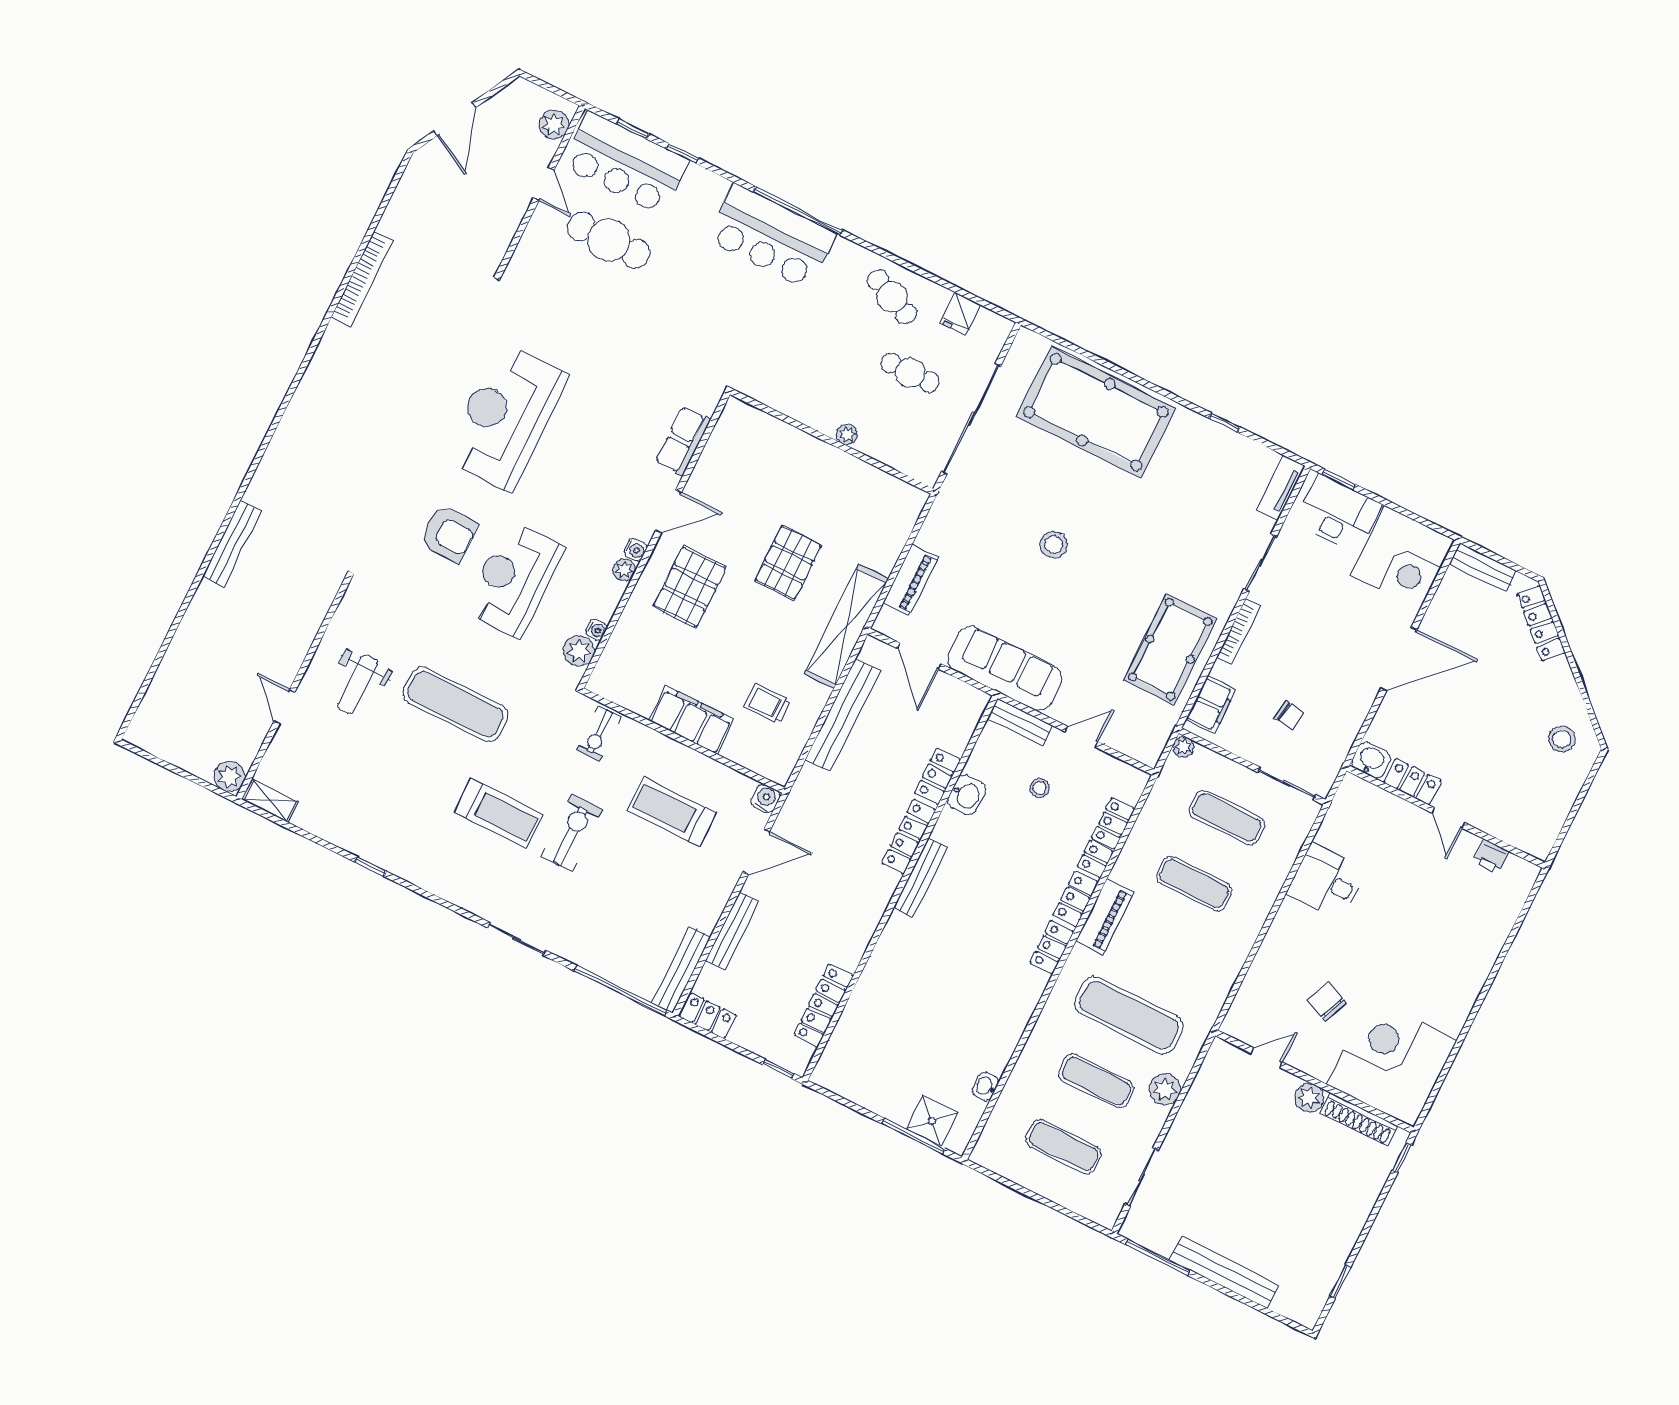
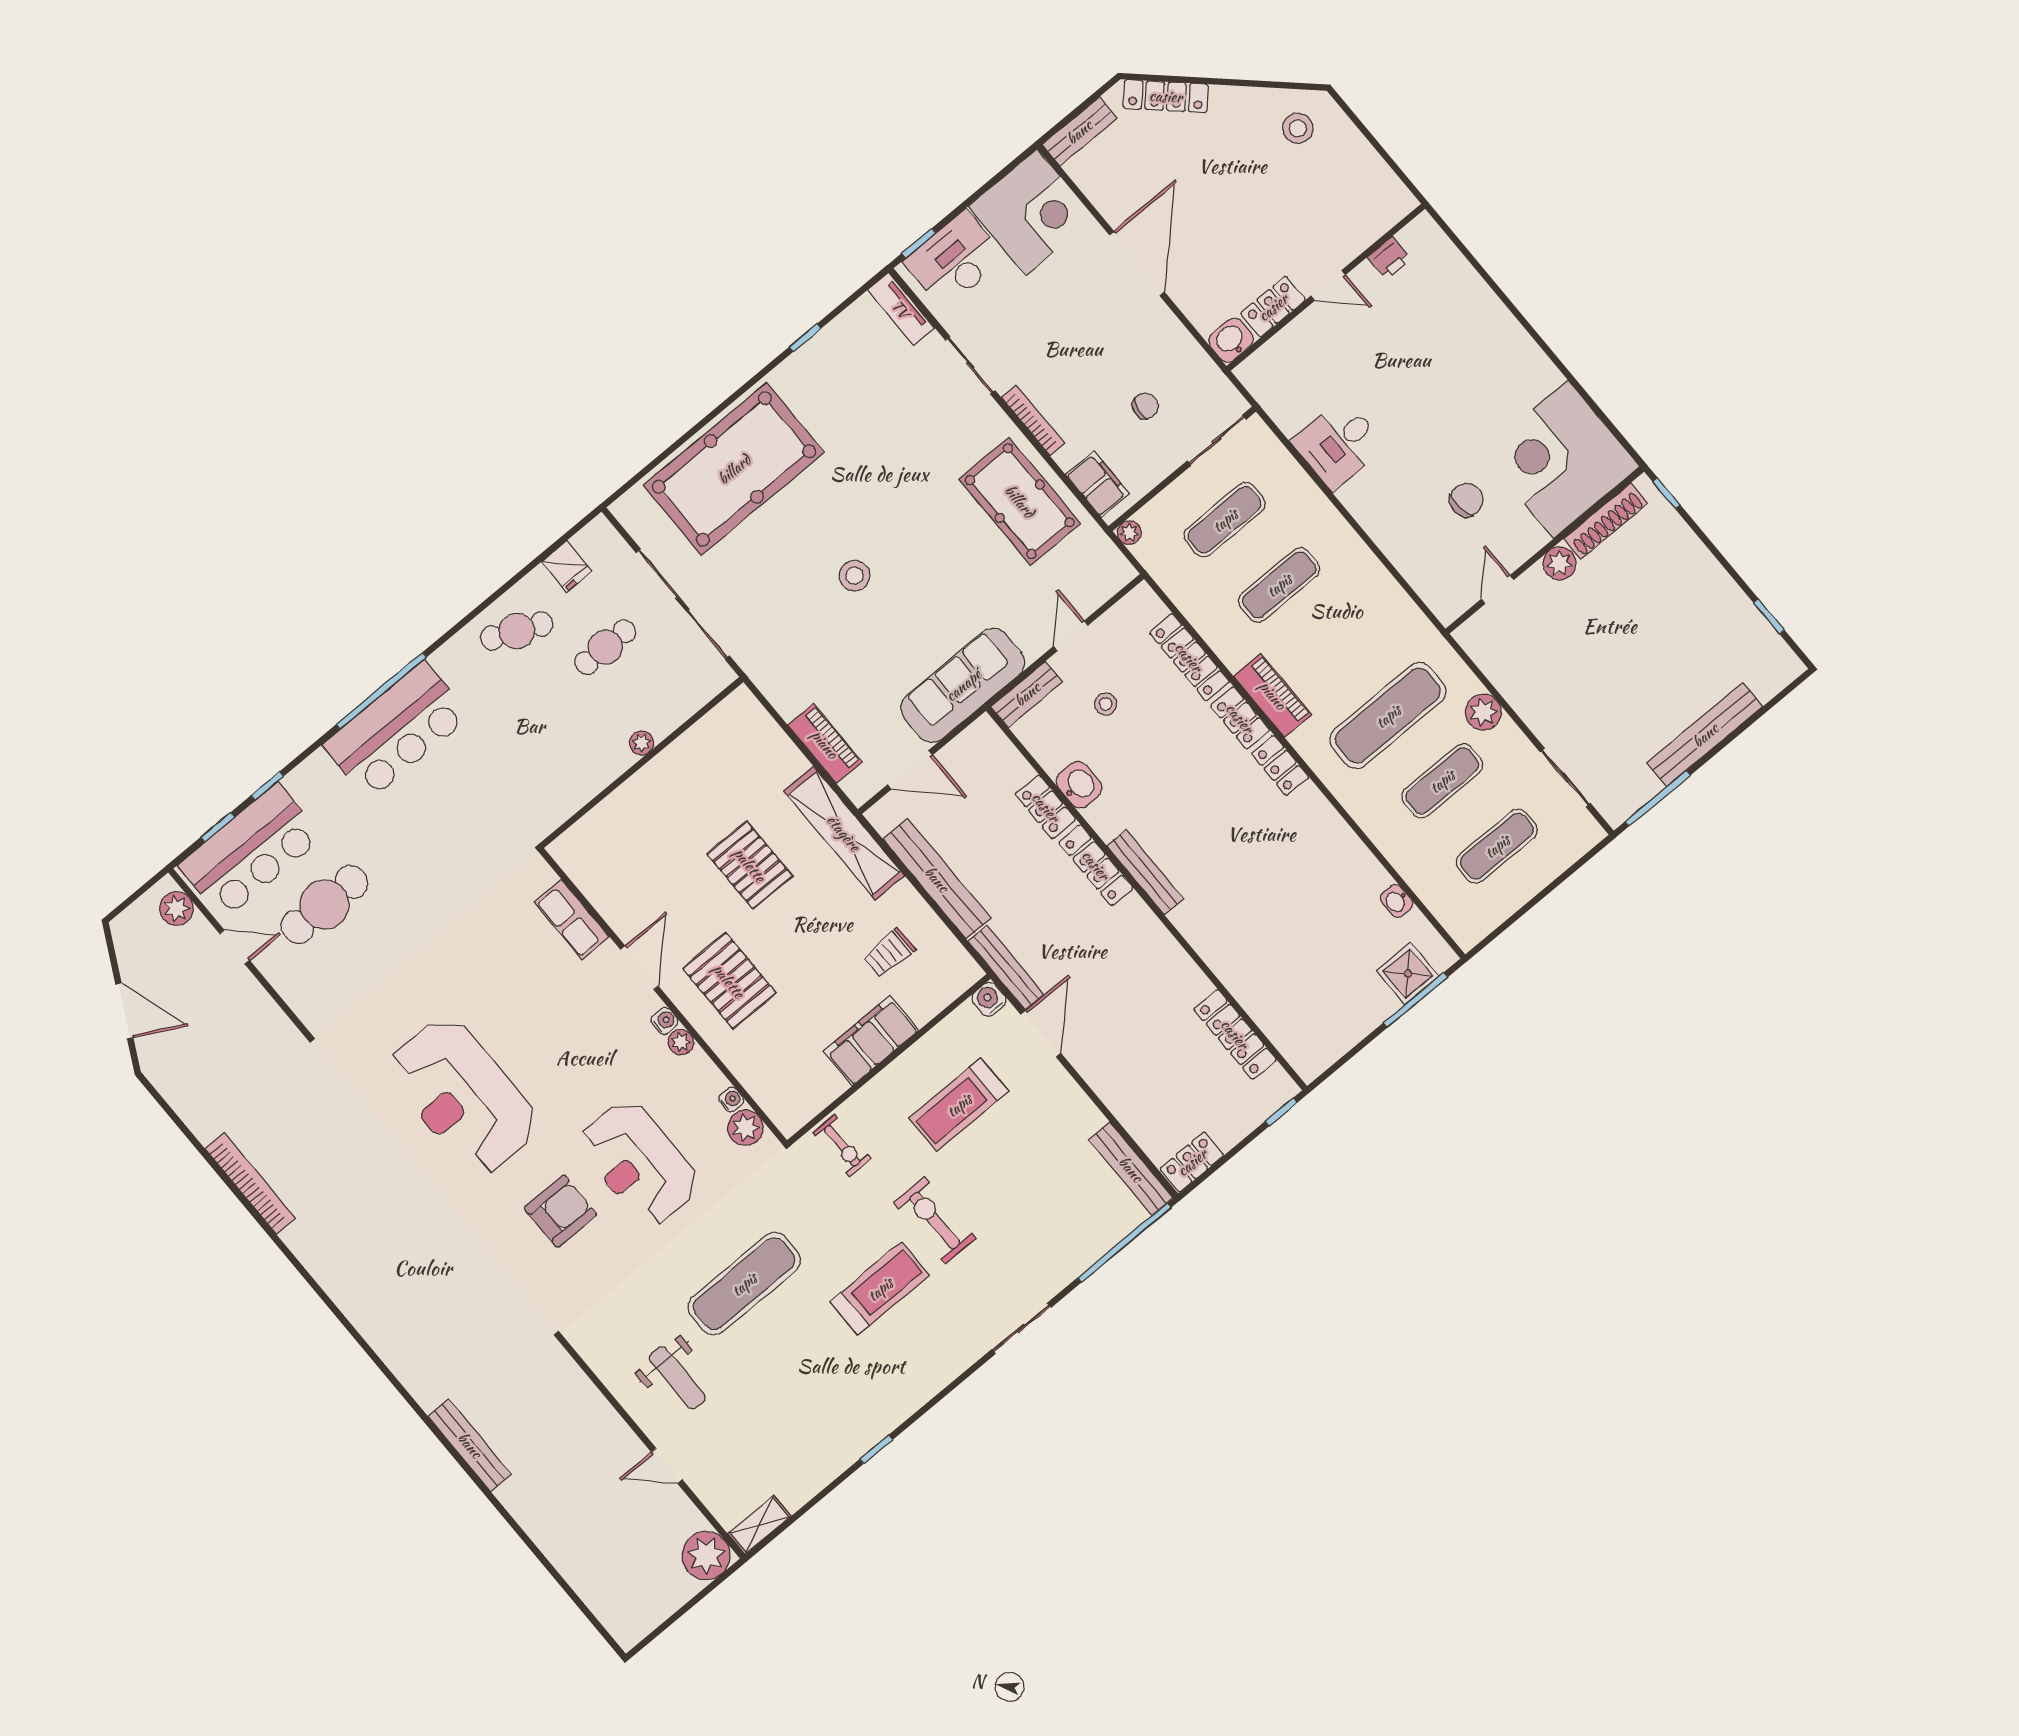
plant: (230, 776) -> (706, 1556), width x1.36, depth x1.36
bench: (732, 931) -> (1006, 967), moved
chair: (1327, 1002) -> (1466, 500), turned 150

